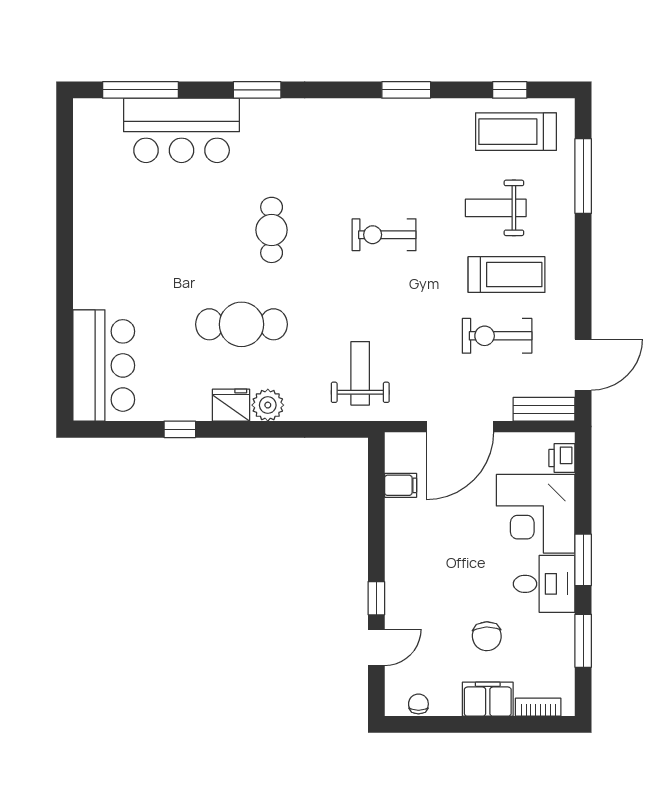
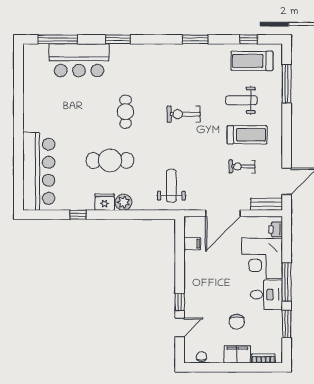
exercise bike: (497, 336) -> (242, 166), width x0.73, depth x0.72
bar counter: (104, 365) -> (39, 171), width x1.36
window: (583, 560) -> (287, 282), width x1.44

